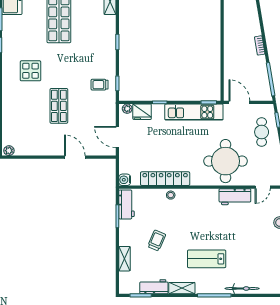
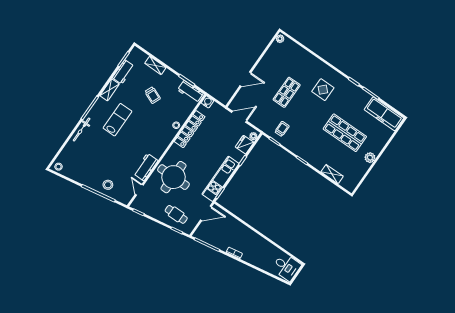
shop shelf: (59, 106) -> (287, 92), turned 90

